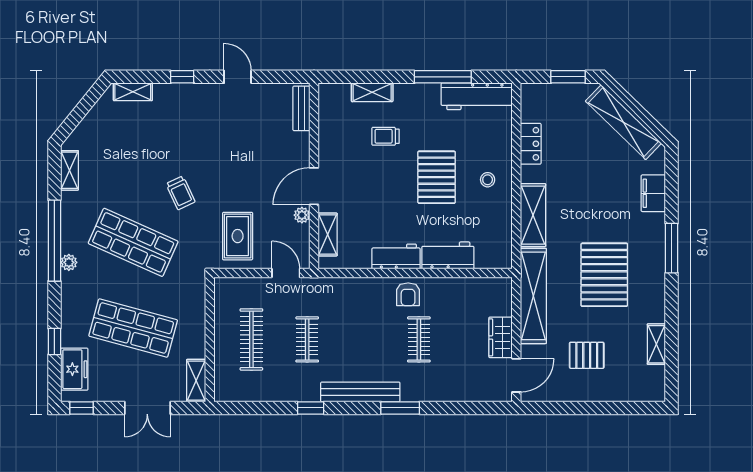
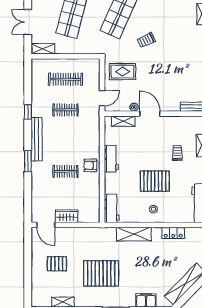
workbench: (448, 255) -> (112, 208), moved
shelving: (533, 296) -> (89, 234), removed
pallet: (587, 355) -> (57, 264), turned 90

